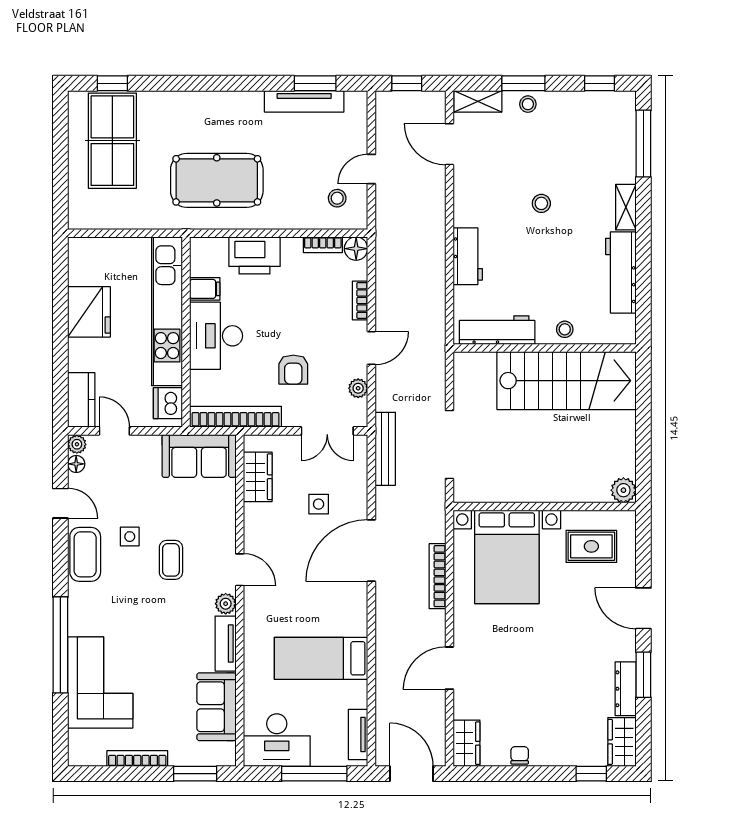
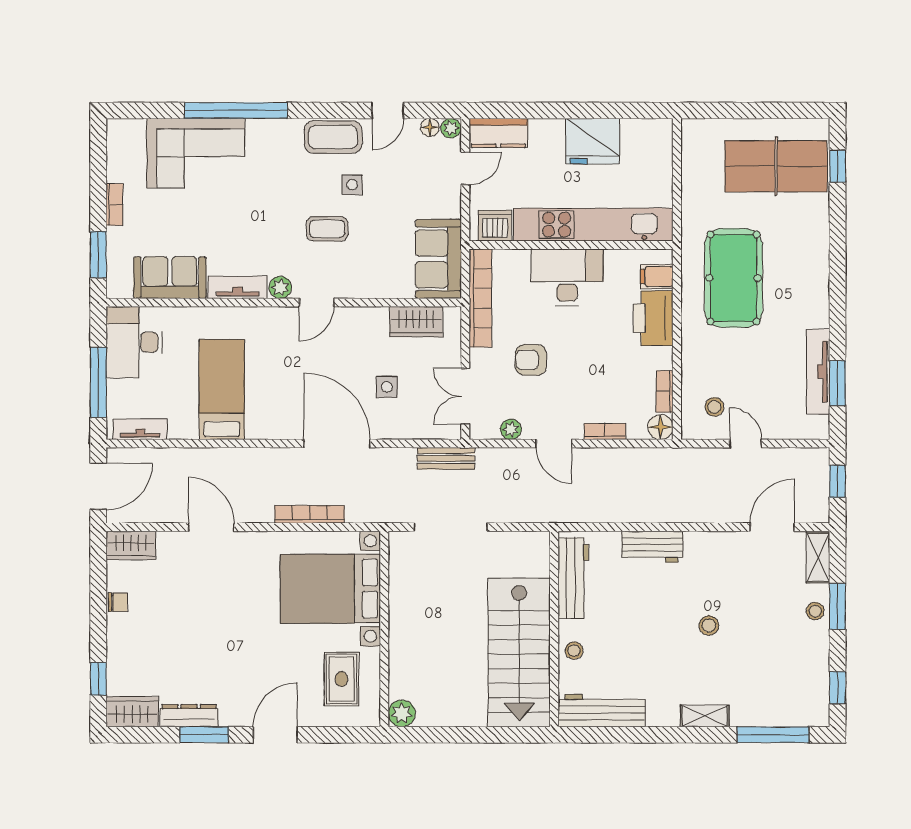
workbench: (621, 272) -> (602, 711), moved
filing cabinet: (205, 289) -> (657, 277), moved, turned 90
bench: (385, 449) -> (446, 458), width x0.73
bookcase: (137, 758) -> (114, 205), width x0.64

